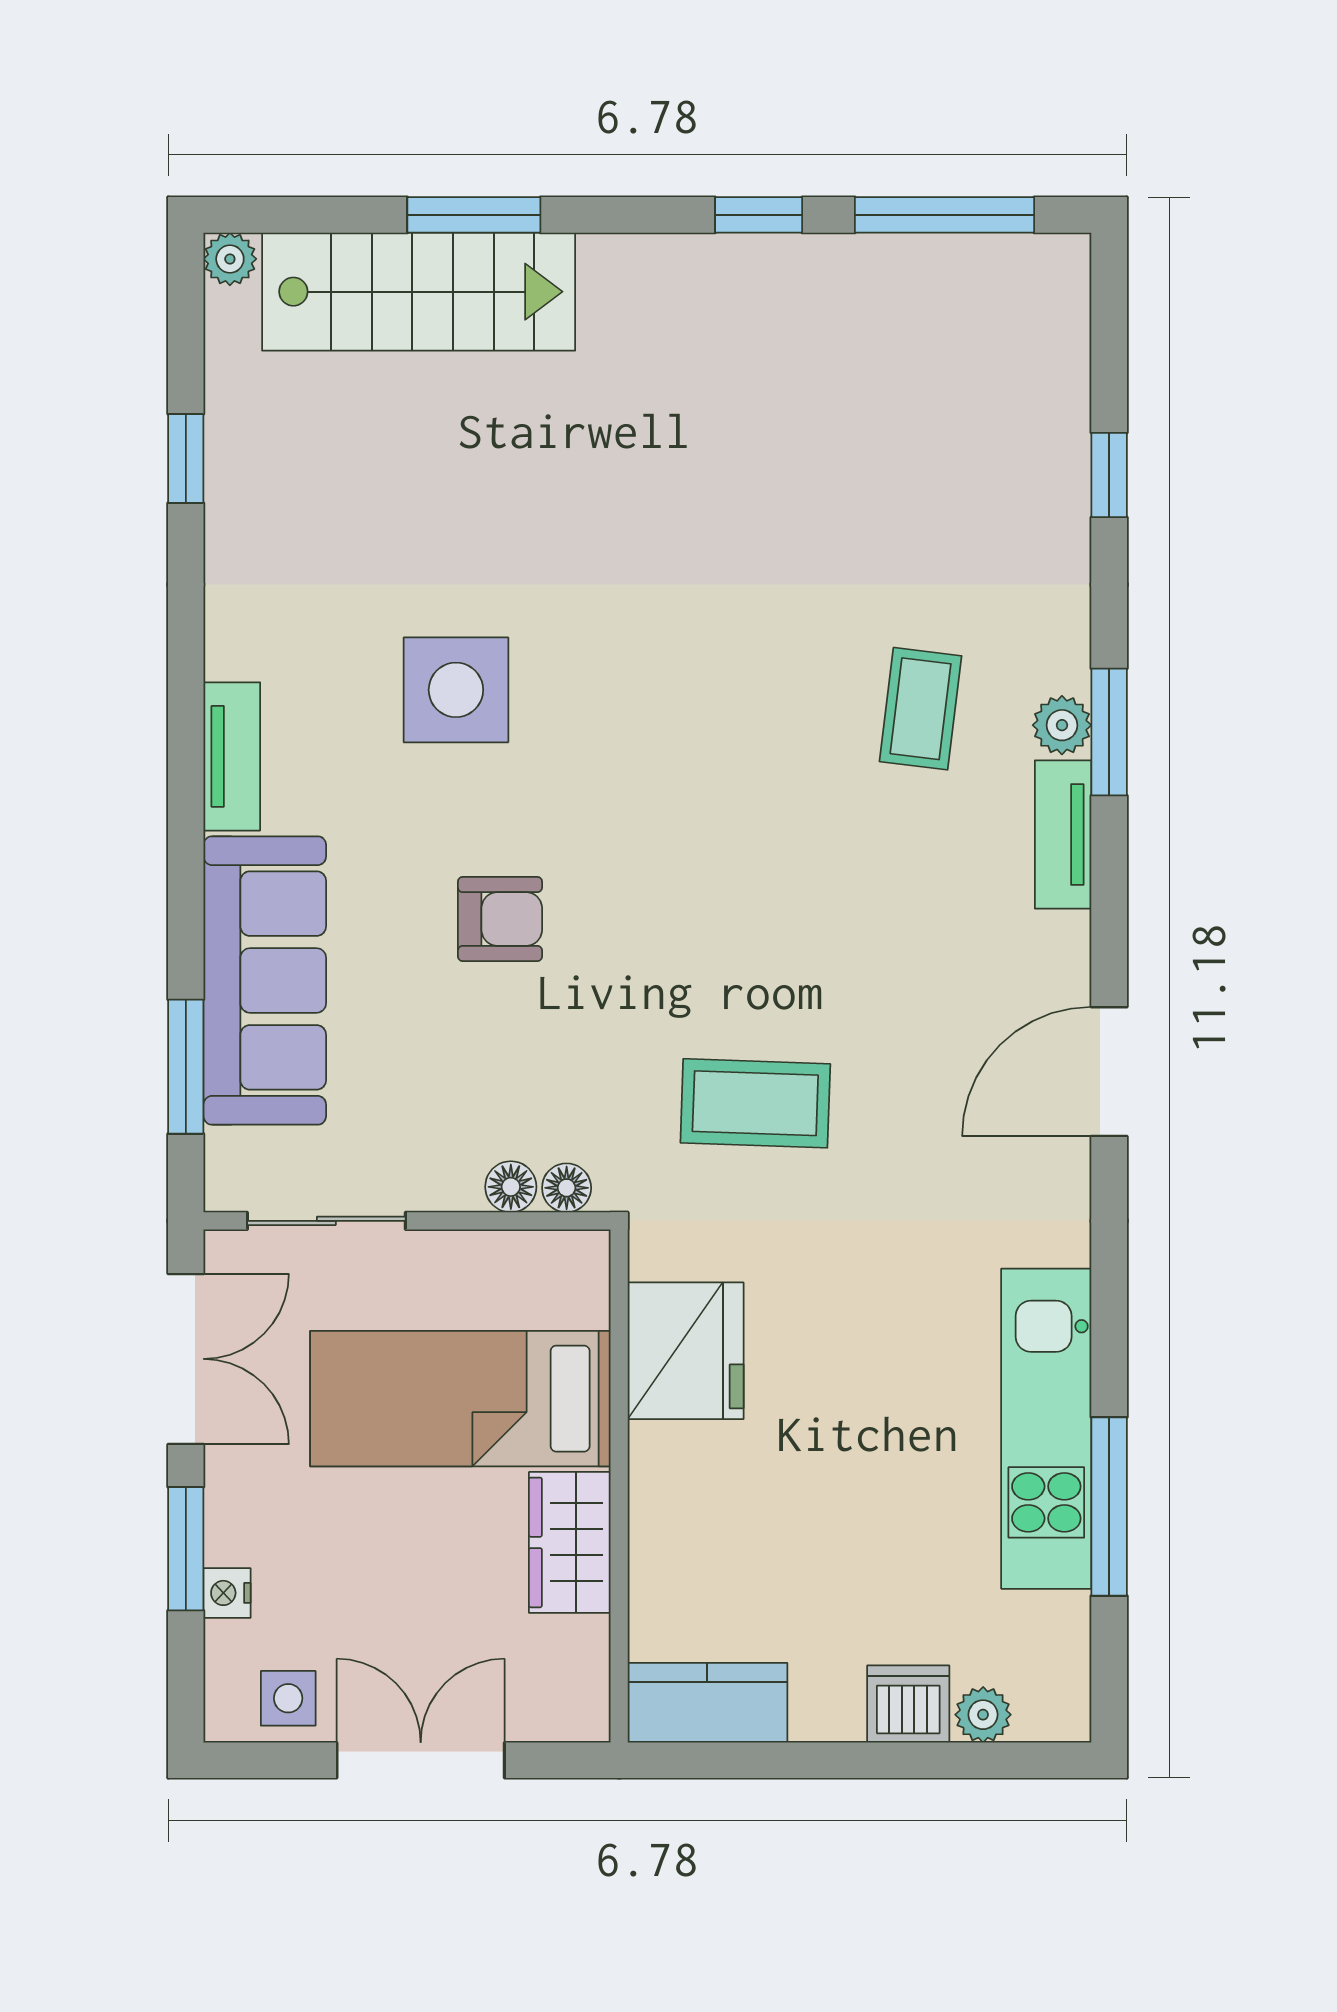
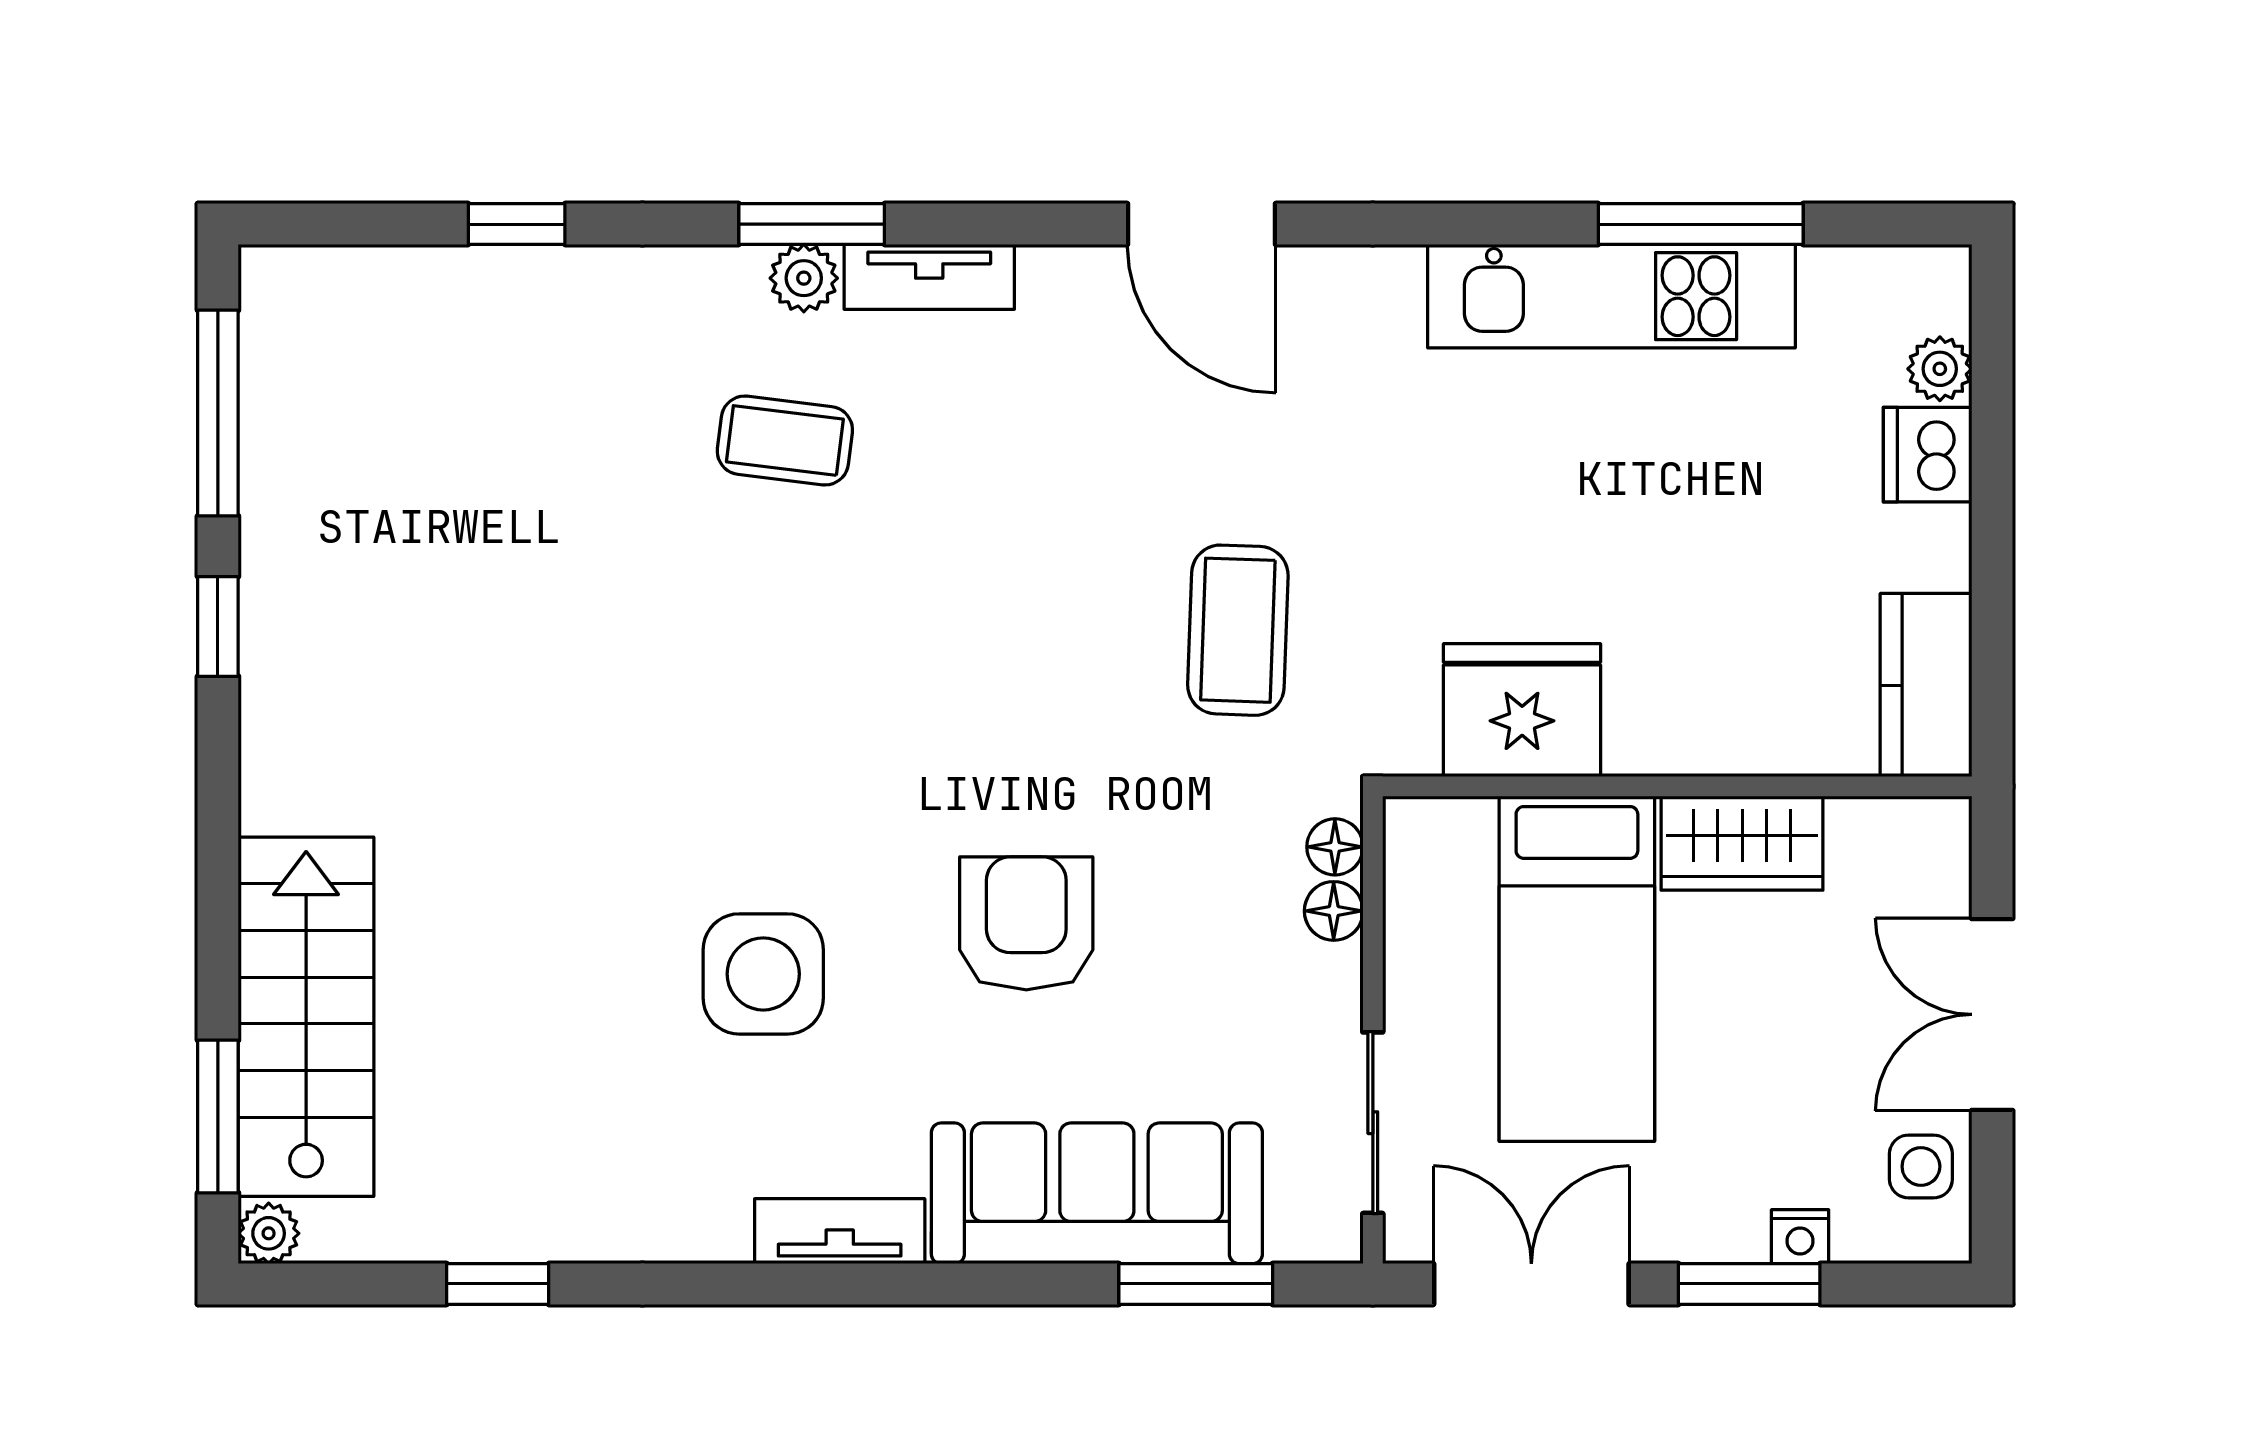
window: (474, 215) -> (218, 1116), moved
armchair: (500, 919) -> (1026, 923), width x1.38, depth x1.38

